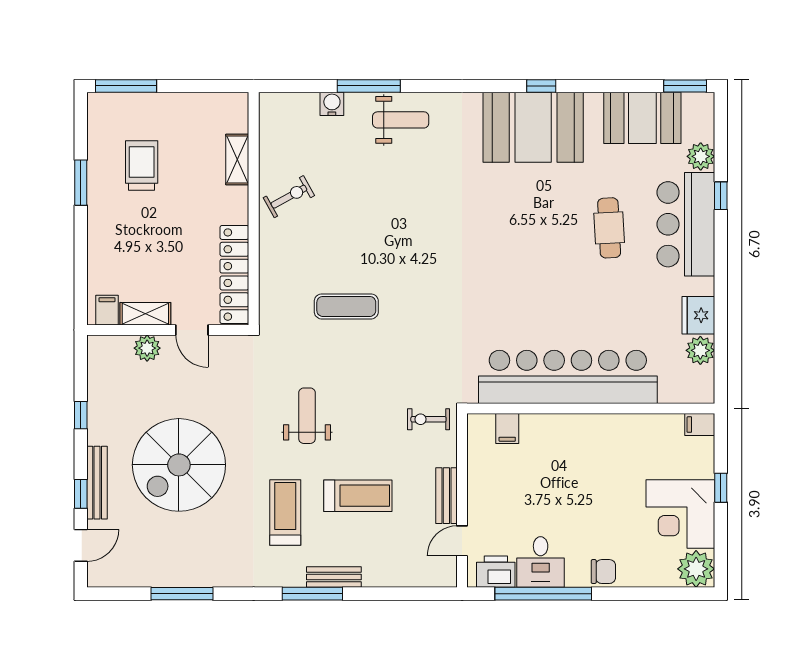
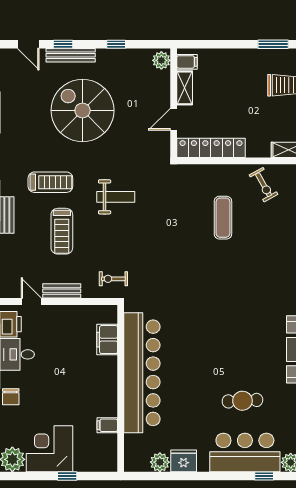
exercise mat: (346, 306) -> (223, 218), moved
plant: (147, 348) -> (161, 60), moved
exercise bike: (428, 419) -> (113, 279), turned -90
filing cabinet: (700, 425) -> (107, 425), moved, turned -90
filing cabinet: (507, 429) -> (107, 340), width x2.00

